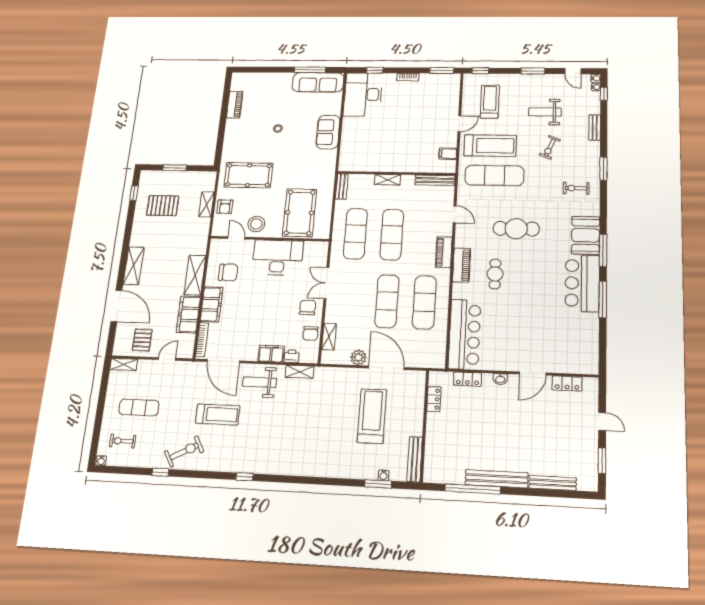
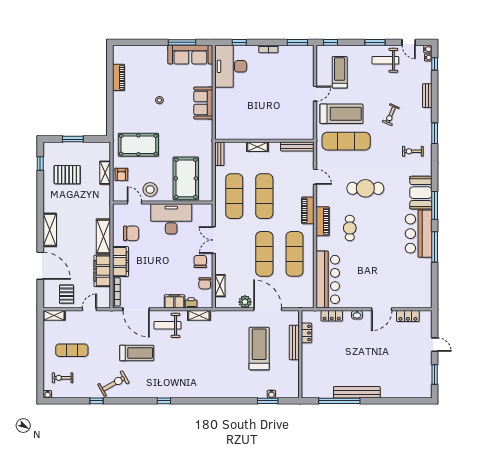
weight bench: (545, 112) -> (385, 60), moved
filing cabinet: (448, 154) -> (307, 122), removed
bench: (415, 459) -> (294, 342), moved
bench: (553, 483) -> (398, 393), removed

